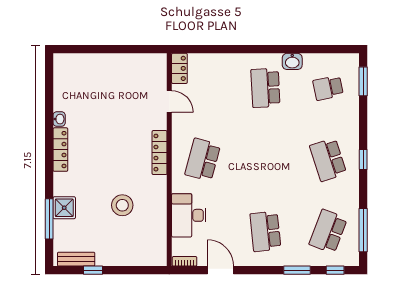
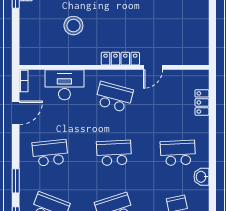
locker: (179, 68) -> (202, 102), moved, turned 90
door: (169, 101) -> (153, 67), moved
school desk: (265, 160) -> (114, 153), added

